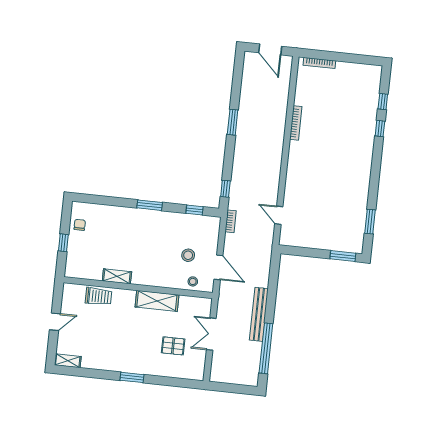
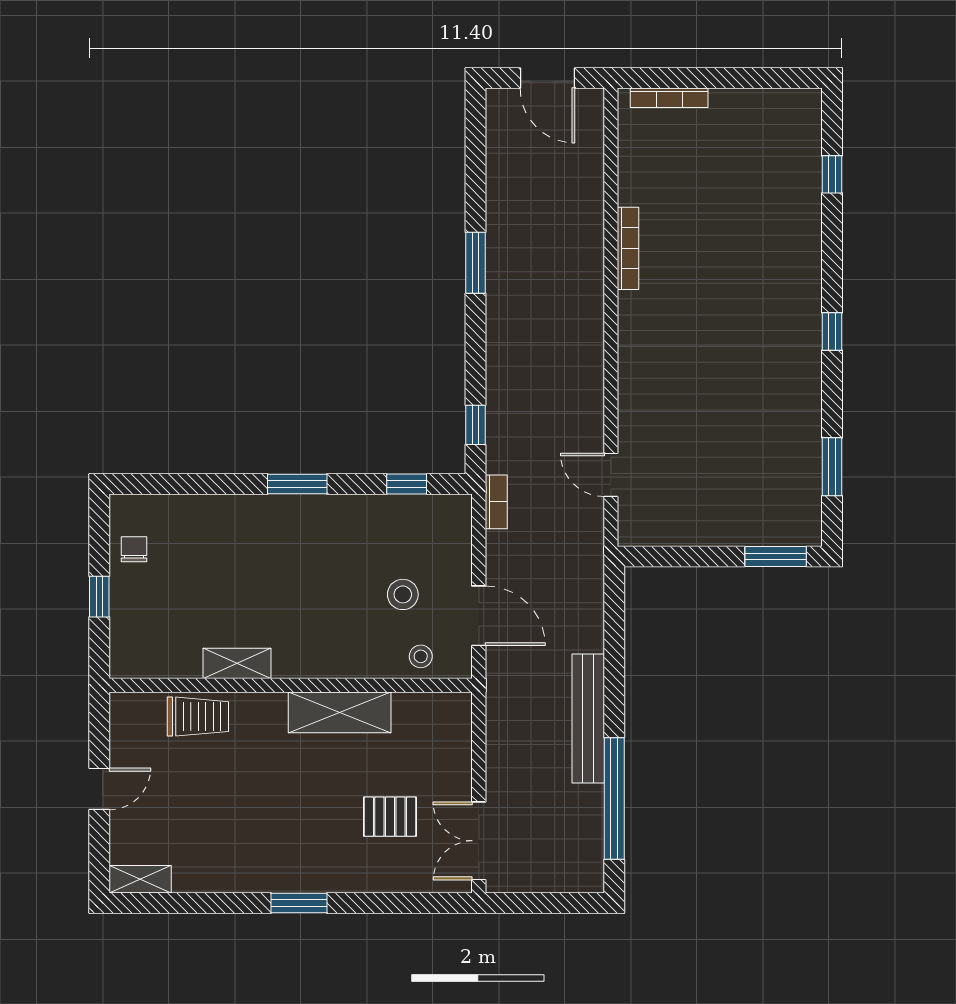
window: (380, 129) -> (832, 331), moved
double door: (211, 334) -> (479, 841), moved

